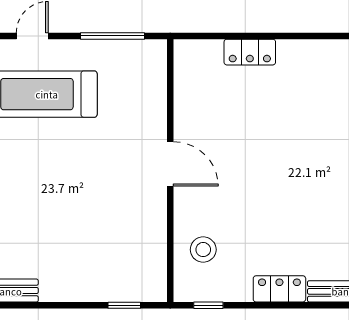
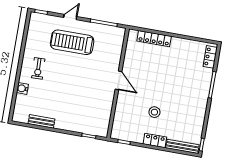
locker: (250, 52) -> (154, 39), width x1.53
stool: (203, 250) -> (154, 112), moved

